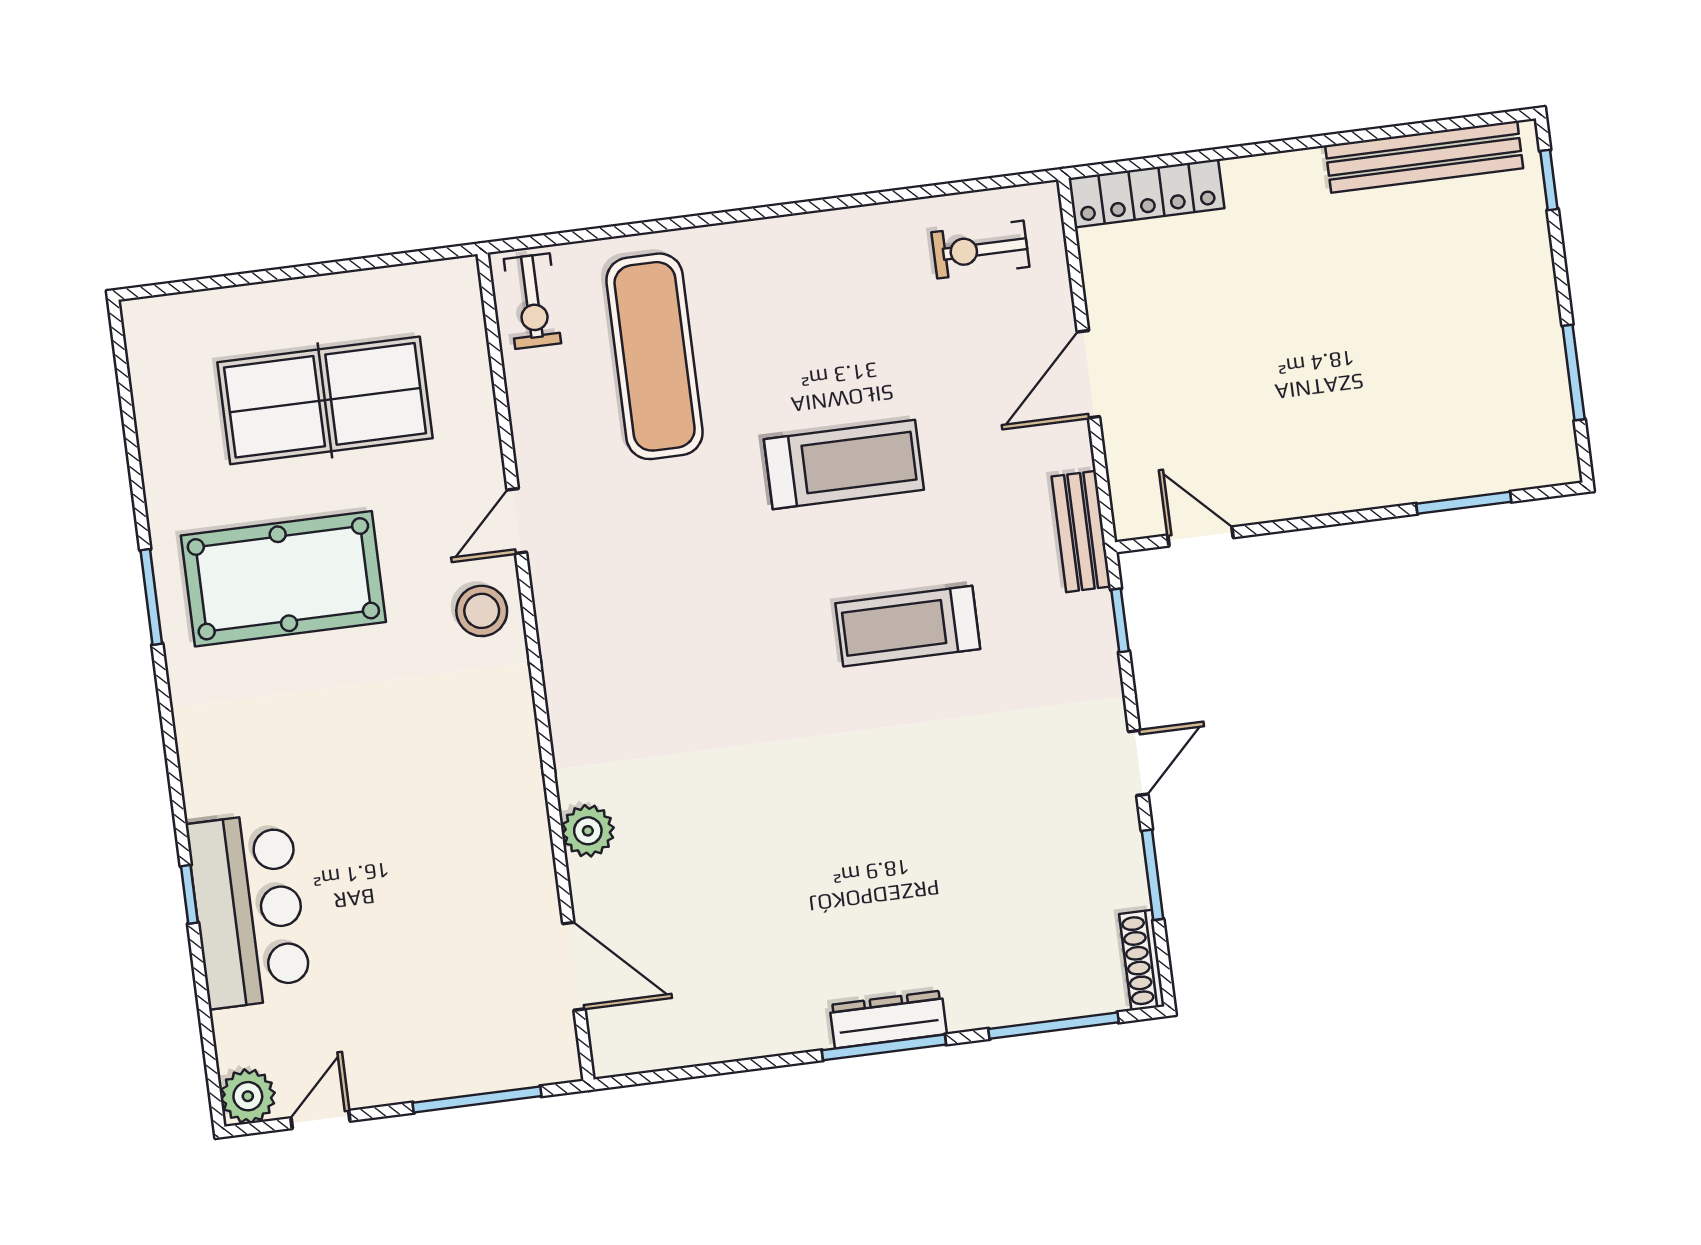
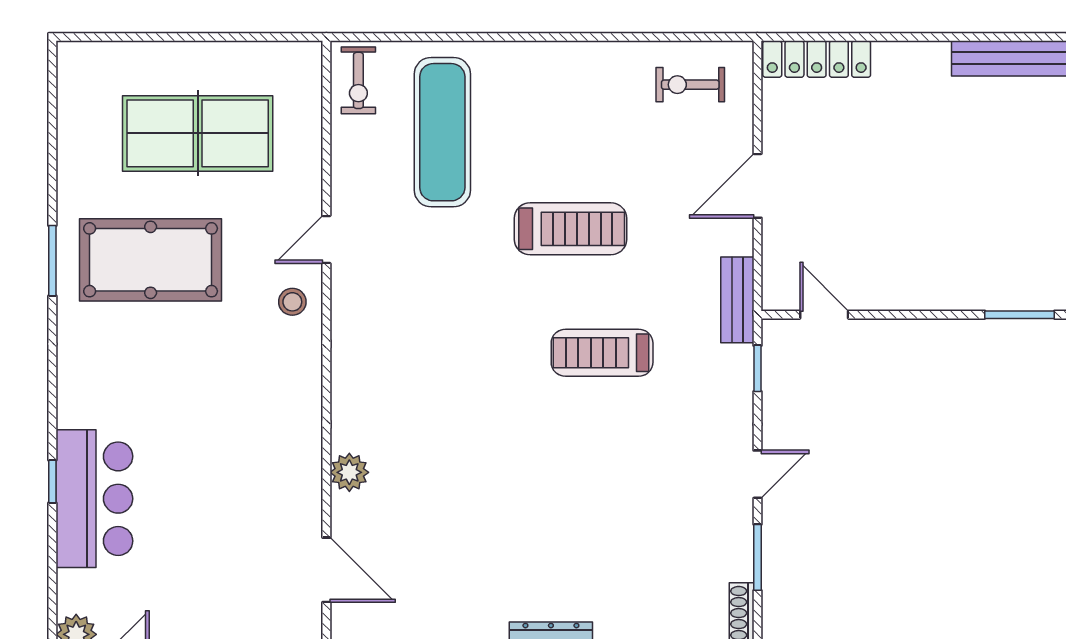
stool: (482, 611) -> (292, 302), width x0.73, depth x0.73

